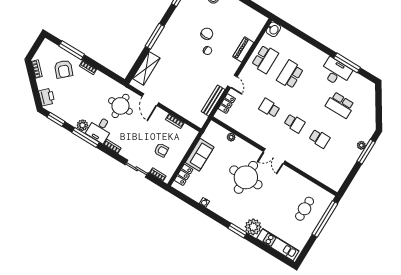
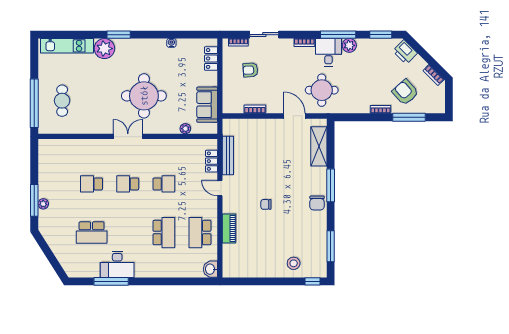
chair: (207, 34) -> (317, 203), moved
school desk: (340, 105) -> (92, 233), turned 180
sofa: (200, 155) -> (207, 105), moved

